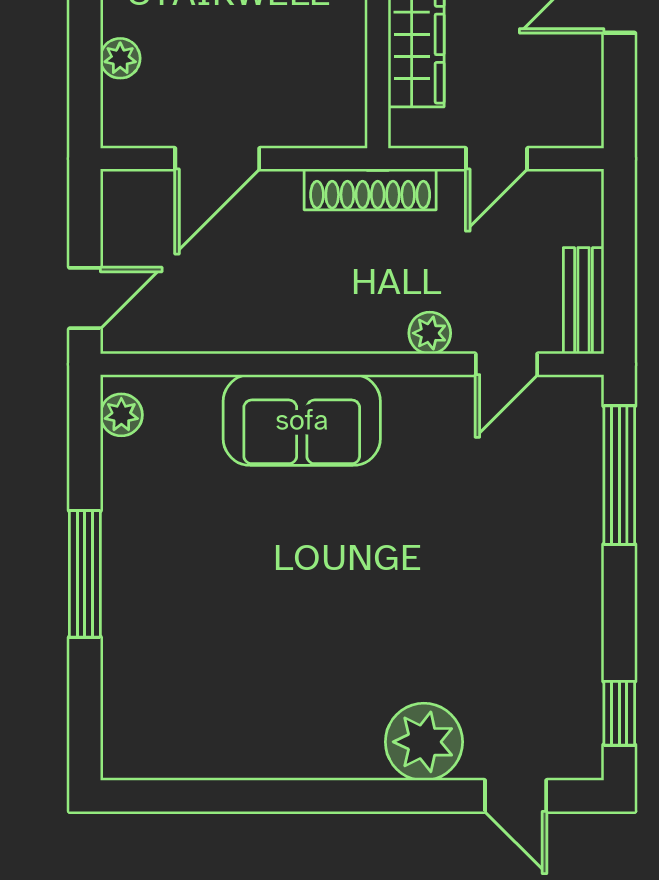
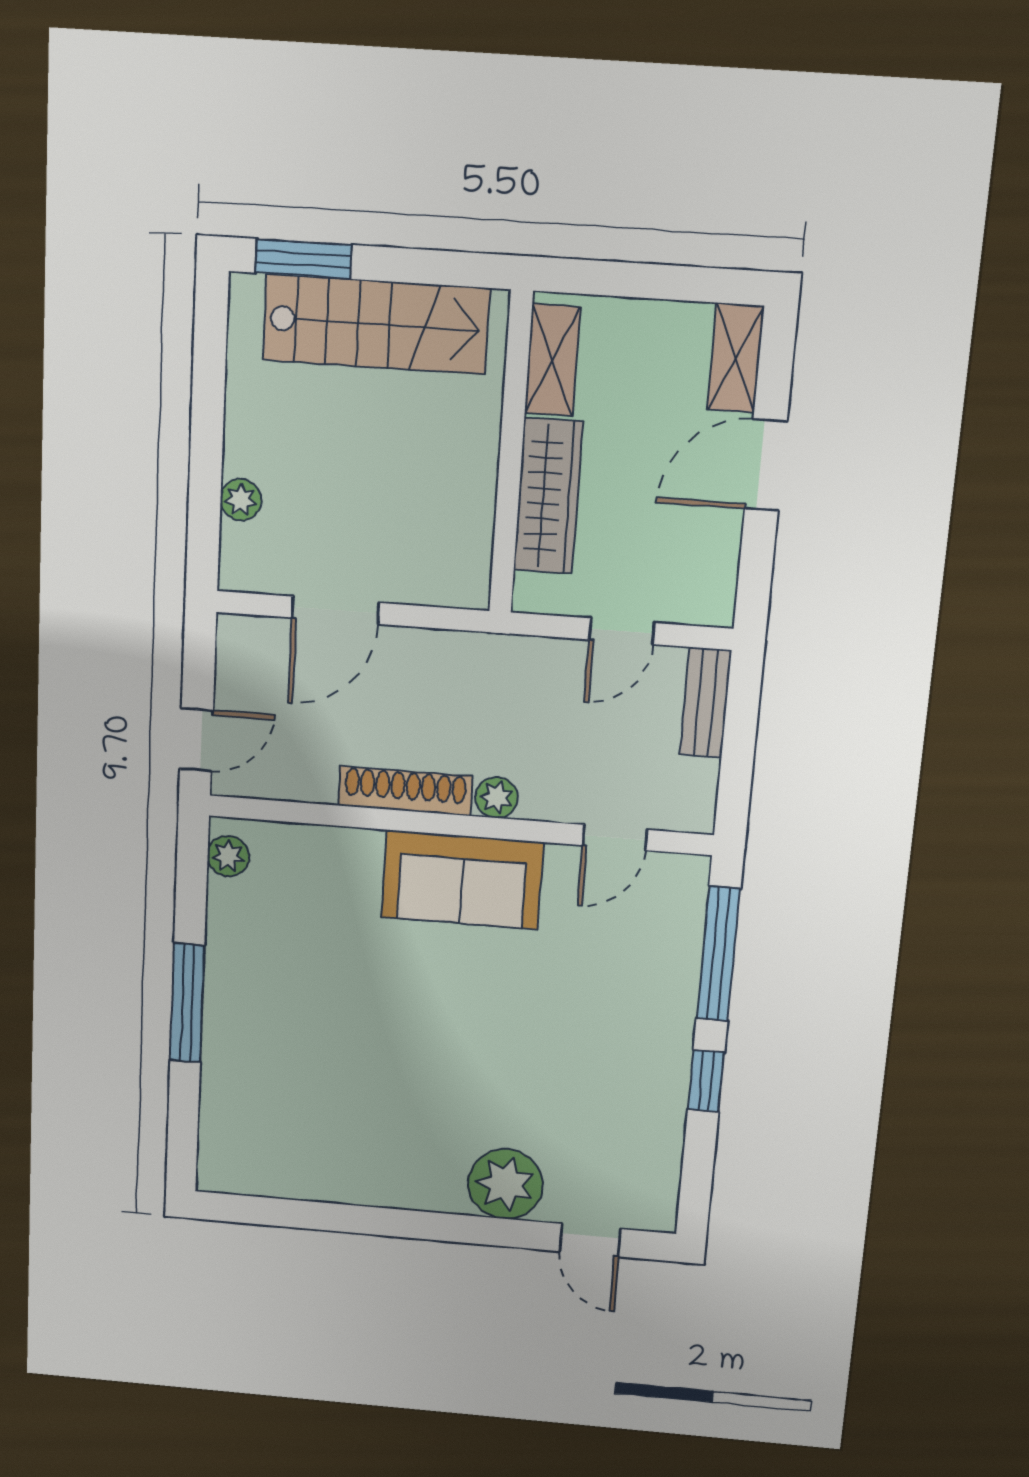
shoe rack: (370, 189) -> (405, 791), moved, turned 180
bench: (584, 301) -> (706, 702), moved
plant: (430, 333) -> (497, 798), moved
sofa: (302, 420) -> (462, 880), moved
window: (619, 713) -> (706, 1081), moved

